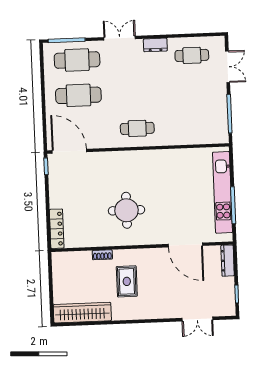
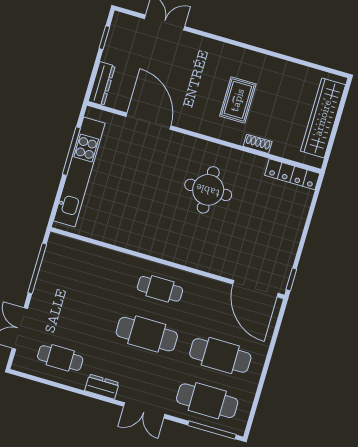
cafe table: (136, 93) -> (147, 334), added
locker: (57, 229) -> (292, 174), moved, turned -90
wardrobe: (82, 313) -> (323, 118), moved, turned 90

